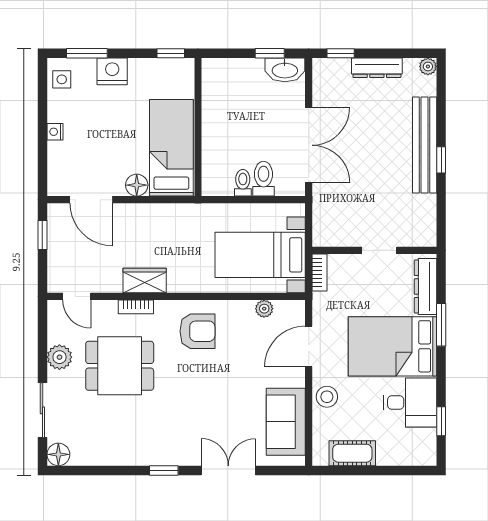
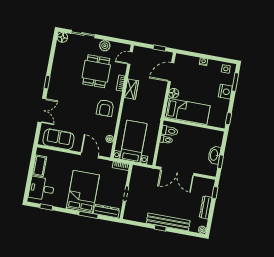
washbasin: (285, 70) -> (214, 155), moved
toilet: (263, 179) -> (170, 131), moved
stool: (327, 397) -> (66, 159), removed
desk: (410, 403) -> (42, 189), moved, turned 90

